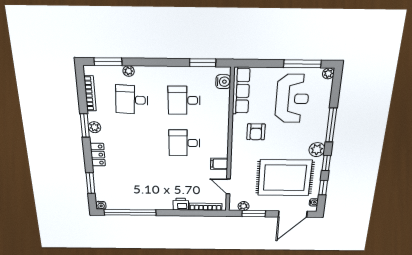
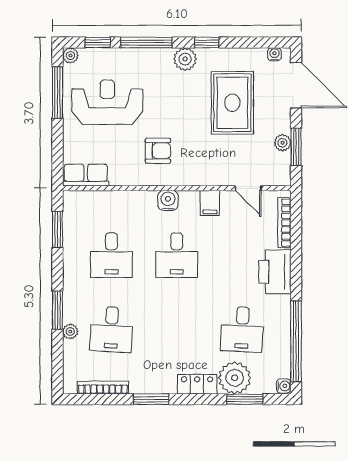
window: (108, 62) -> (58, 310), moved
water cooler: (223, 82) -> (168, 200), moved
row of seats: (241, 91) -> (86, 175), width x0.68
plant: (95, 127) -> (235, 378), moved, width x1.88, depth x1.88
rug: (285, 178) -> (232, 103), width x0.73, depth x0.69
desk: (136, 182) -> (242, 329), added
door: (228, 186) -> (248, 188), hinge flipped
window: (323, 188) -> (98, 43), moved
printer: (181, 204) -> (275, 272), width x1.87, depth x1.48
plant: (244, 206) -> (283, 143), moved

